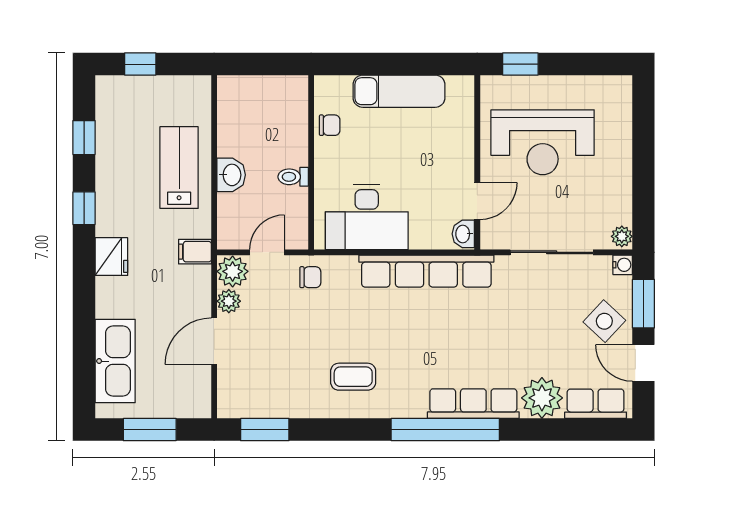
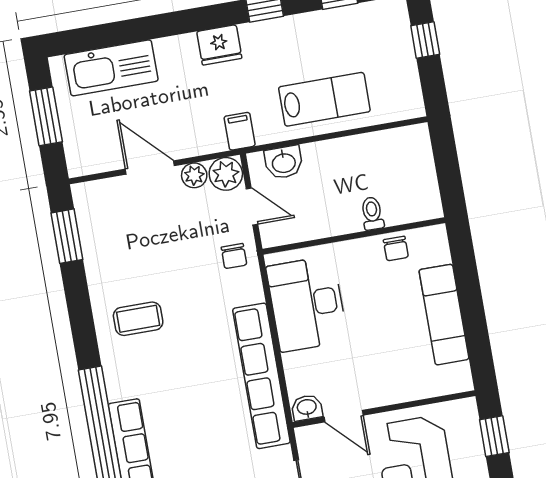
washbasin: (231, 175) -> (284, 162), moved
toilet: (293, 177) -> (372, 213), moved
coffee table: (353, 377) -> (138, 319), turned 90

